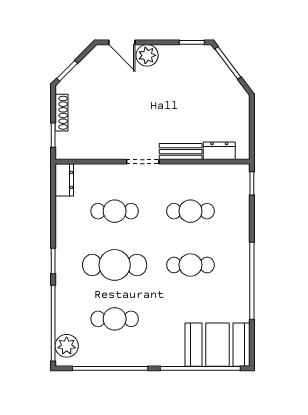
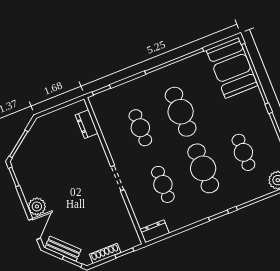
bench: (181, 152) -> (63, 249), moved, turned -45
cafe table: (190, 265) -> (181, 112), width x1.37, depth x1.35

